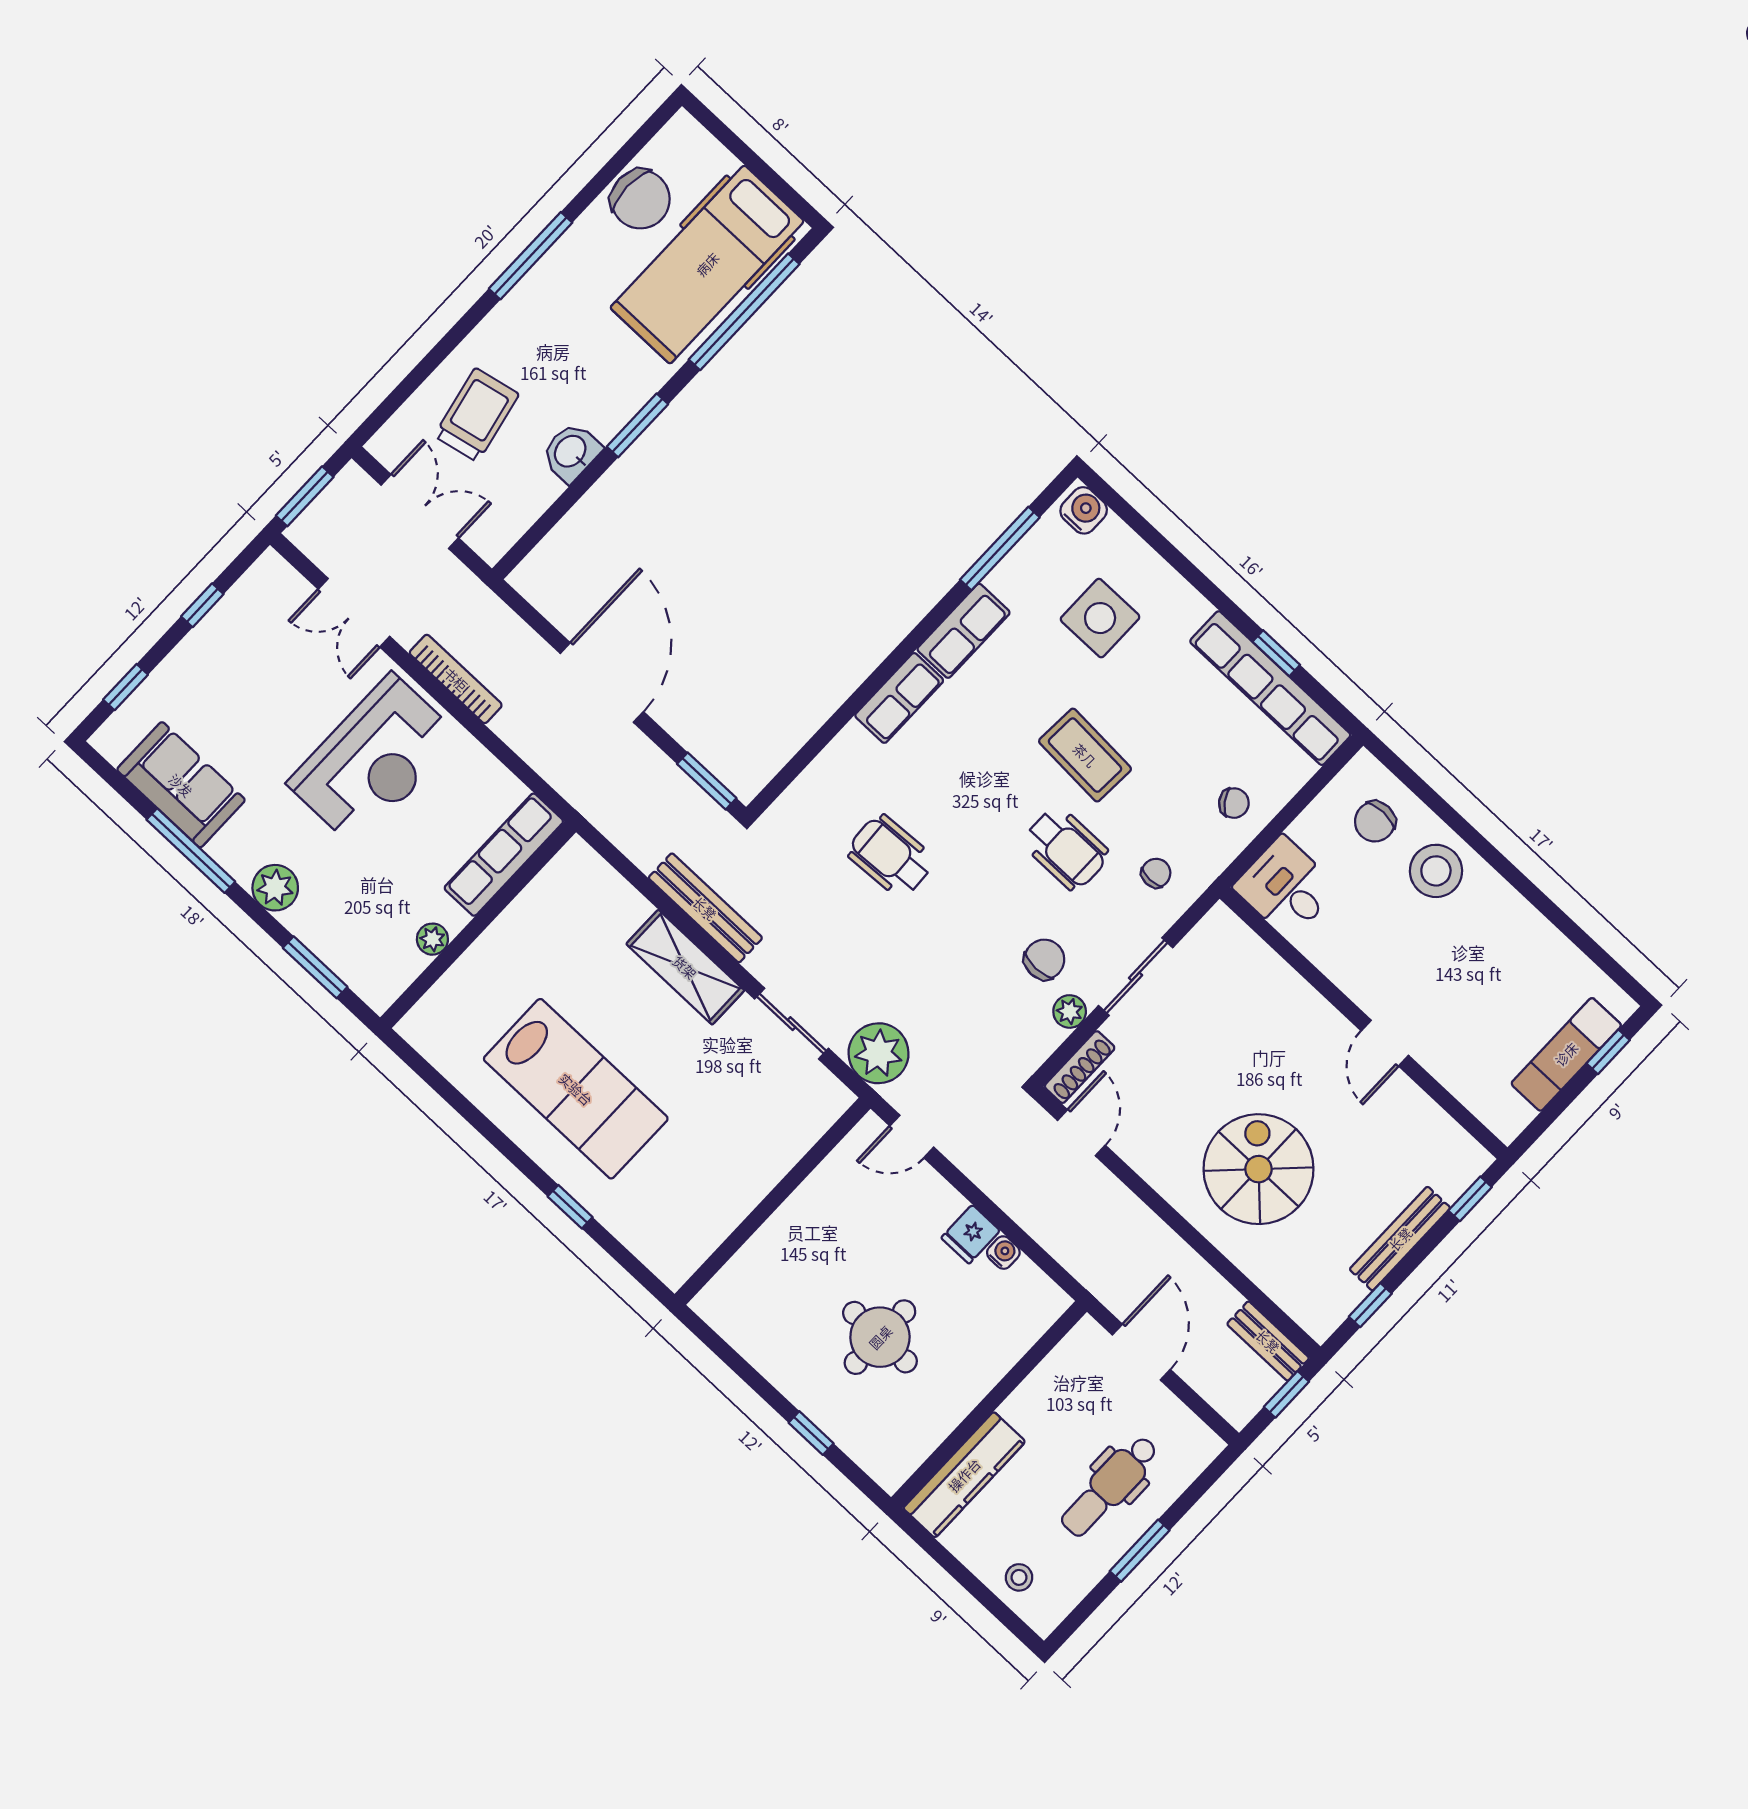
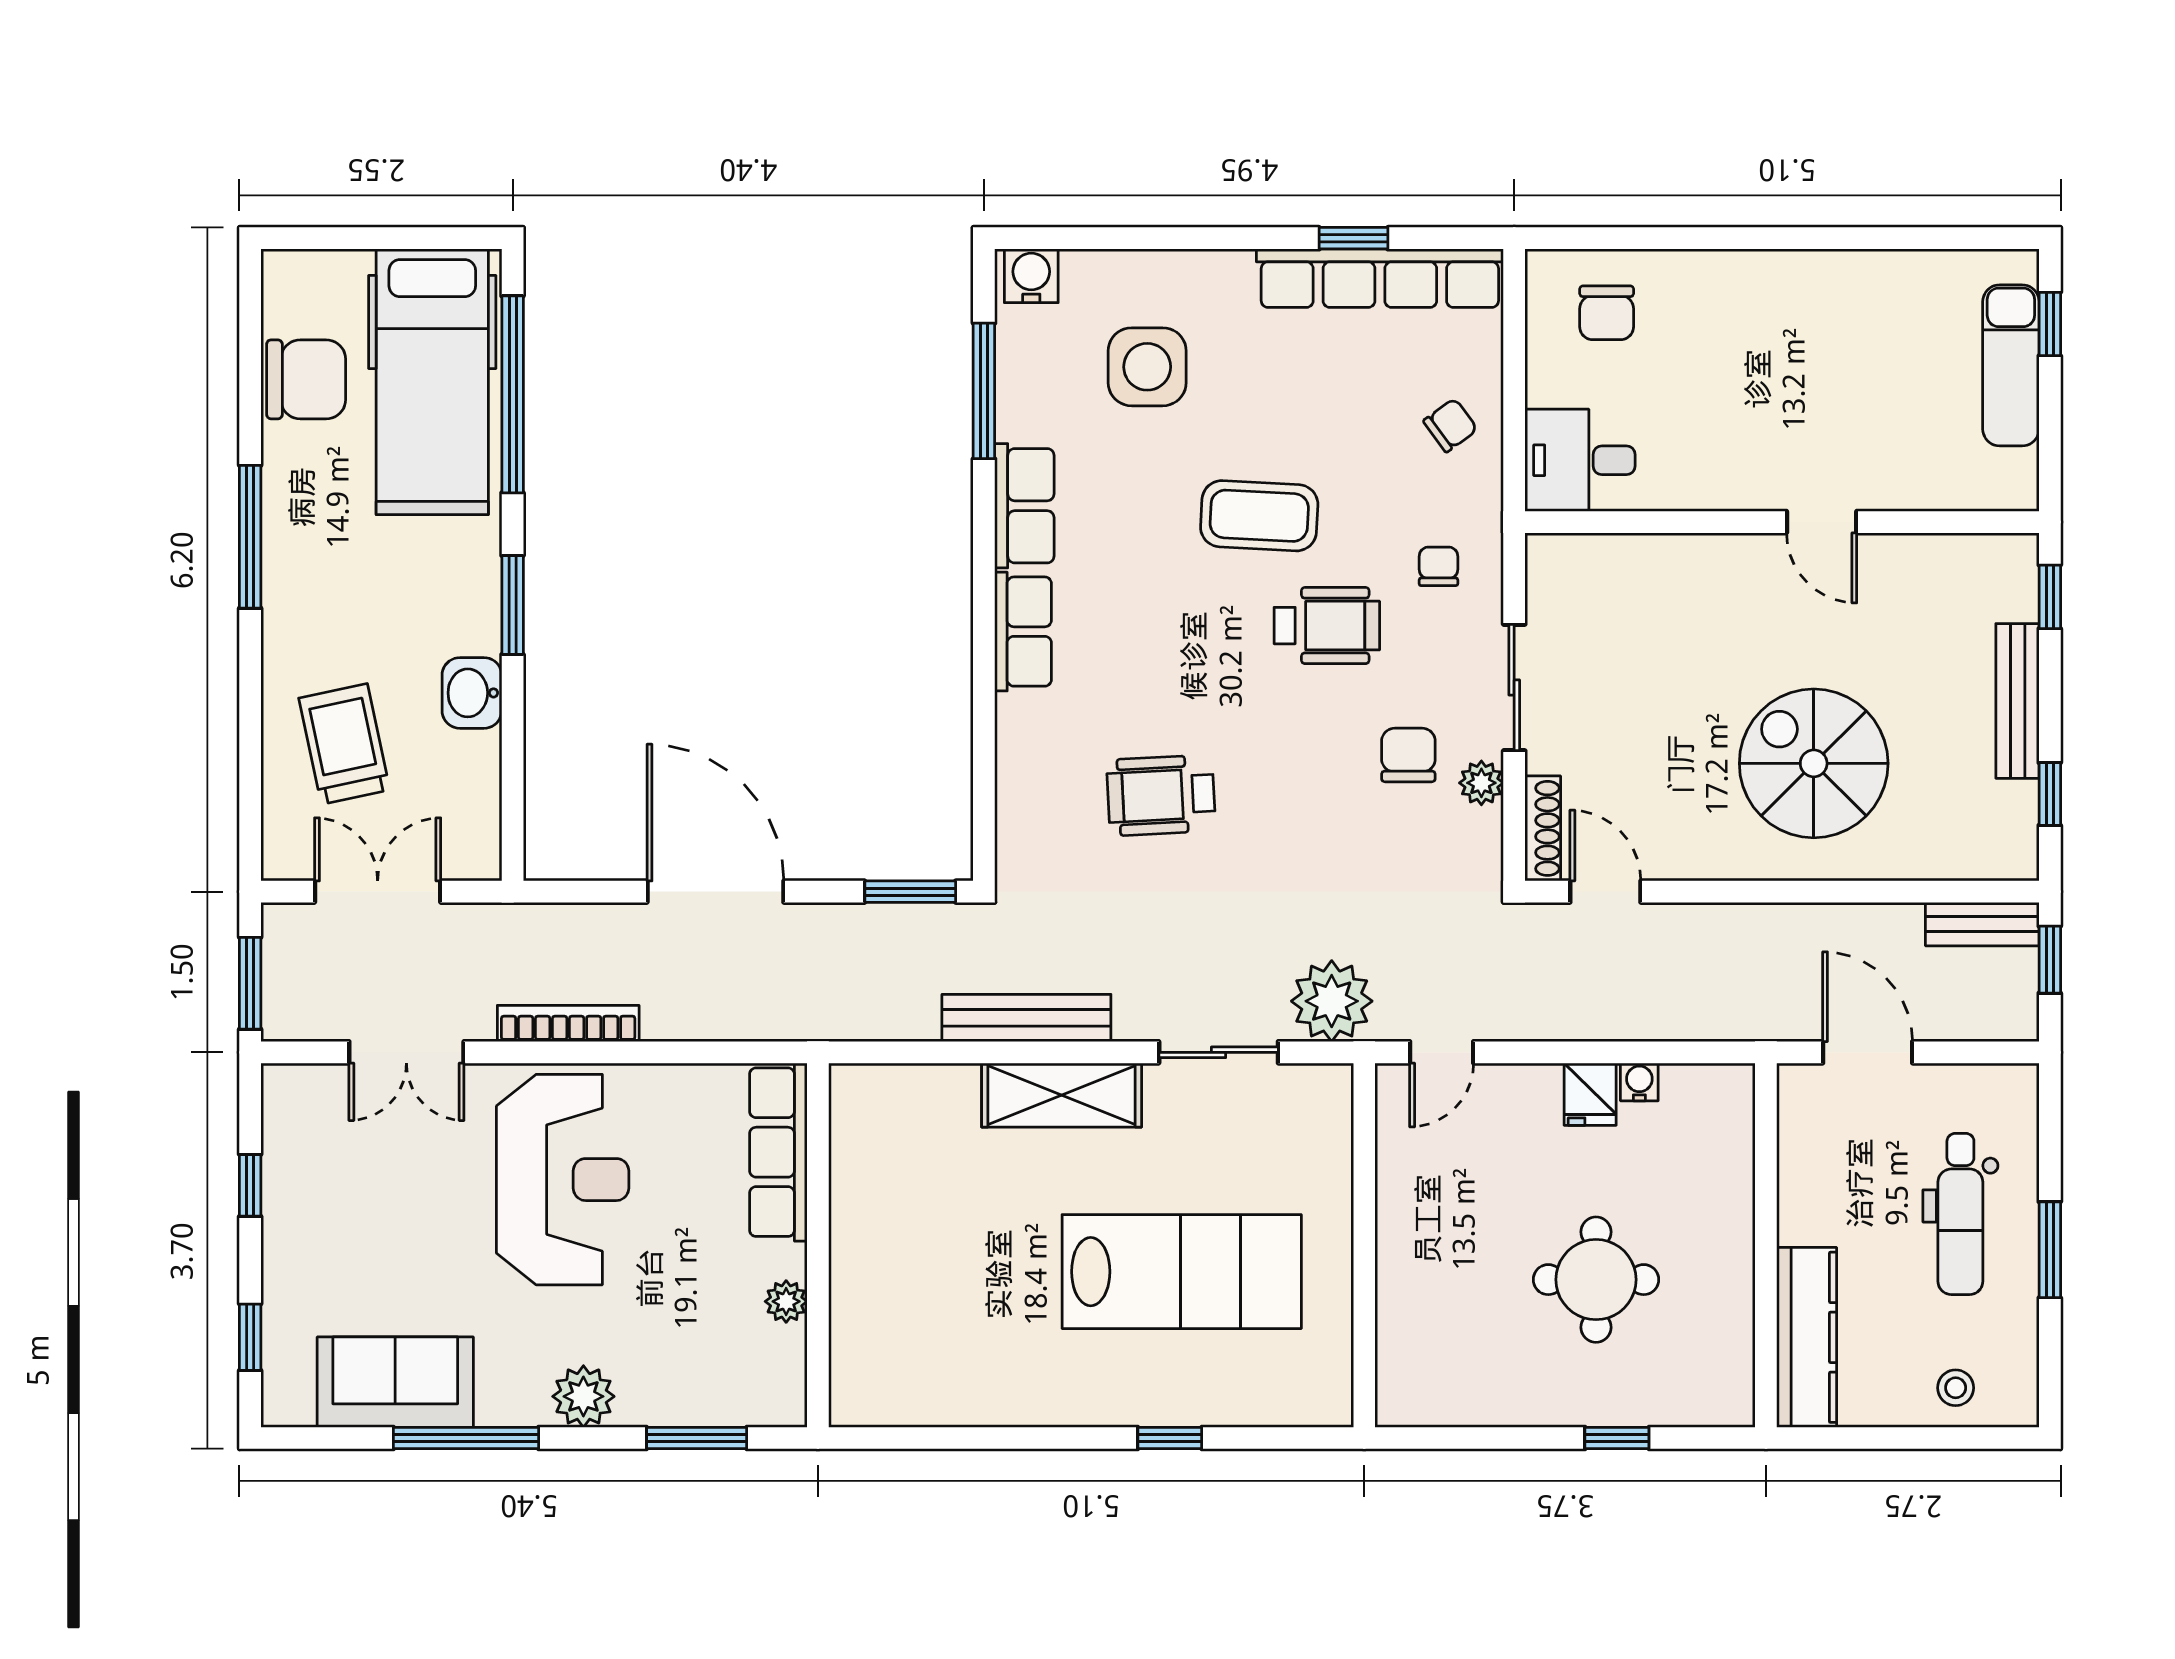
stool: (1436, 871) -> (1713, 305), removed
lab bench: (576, 1089) -> (1182, 1272), moved

